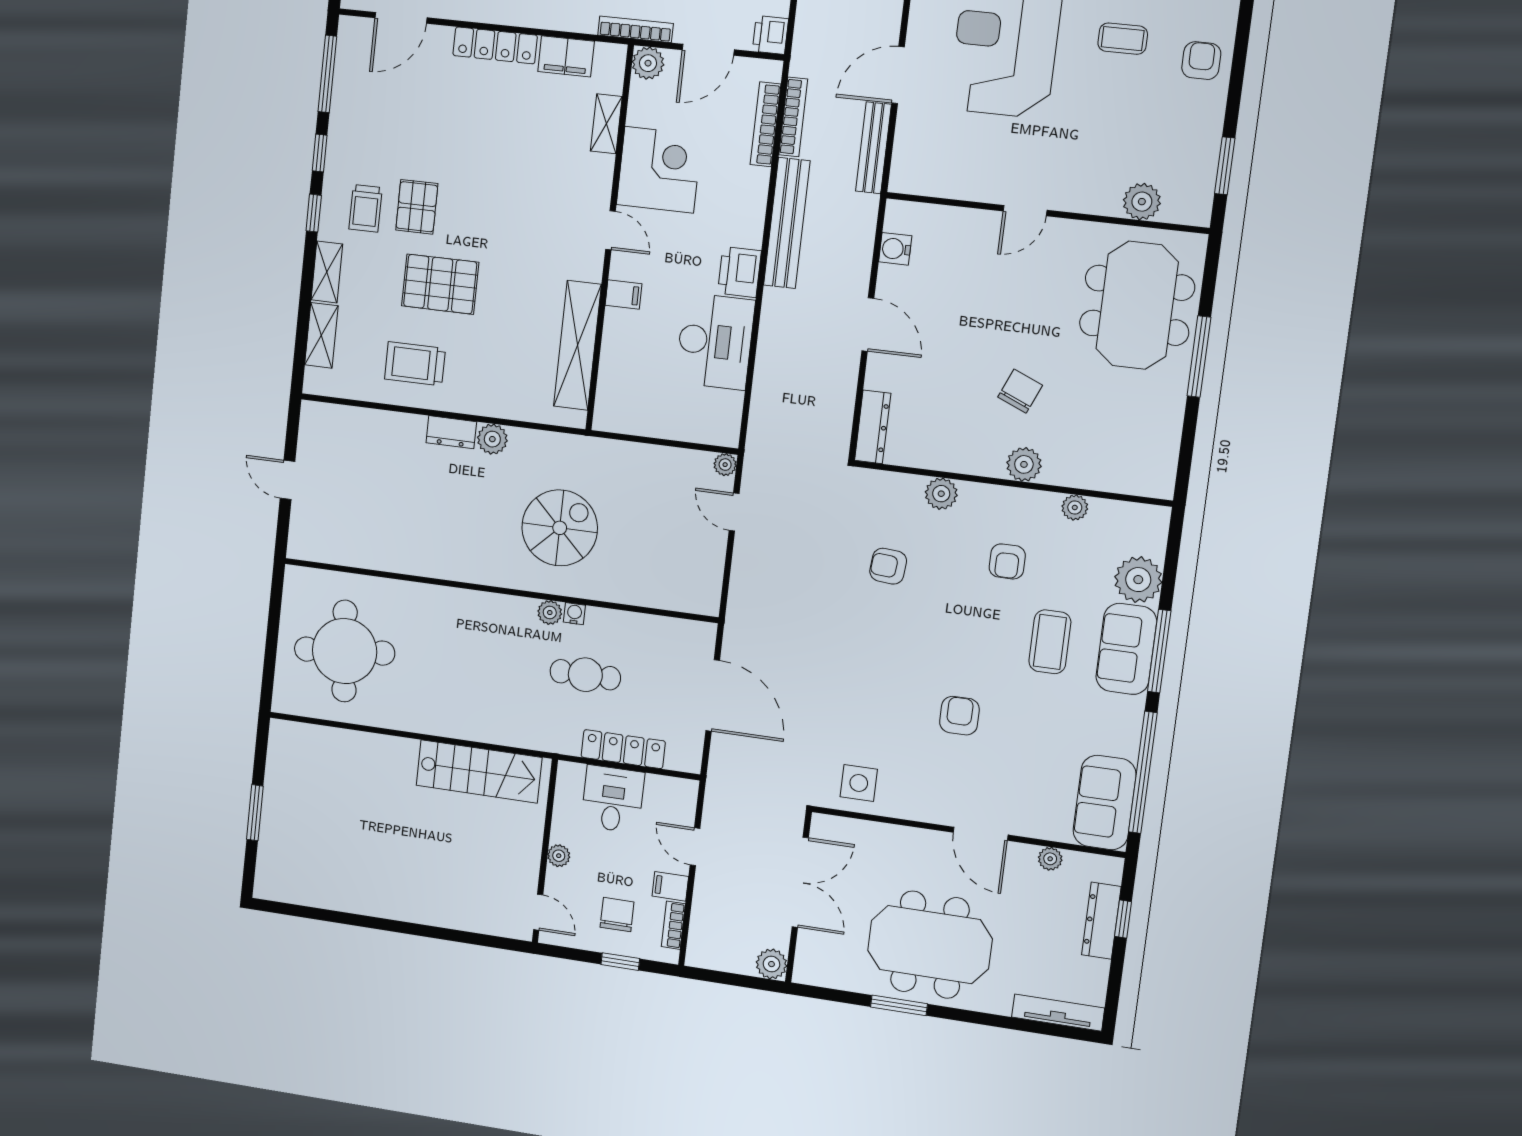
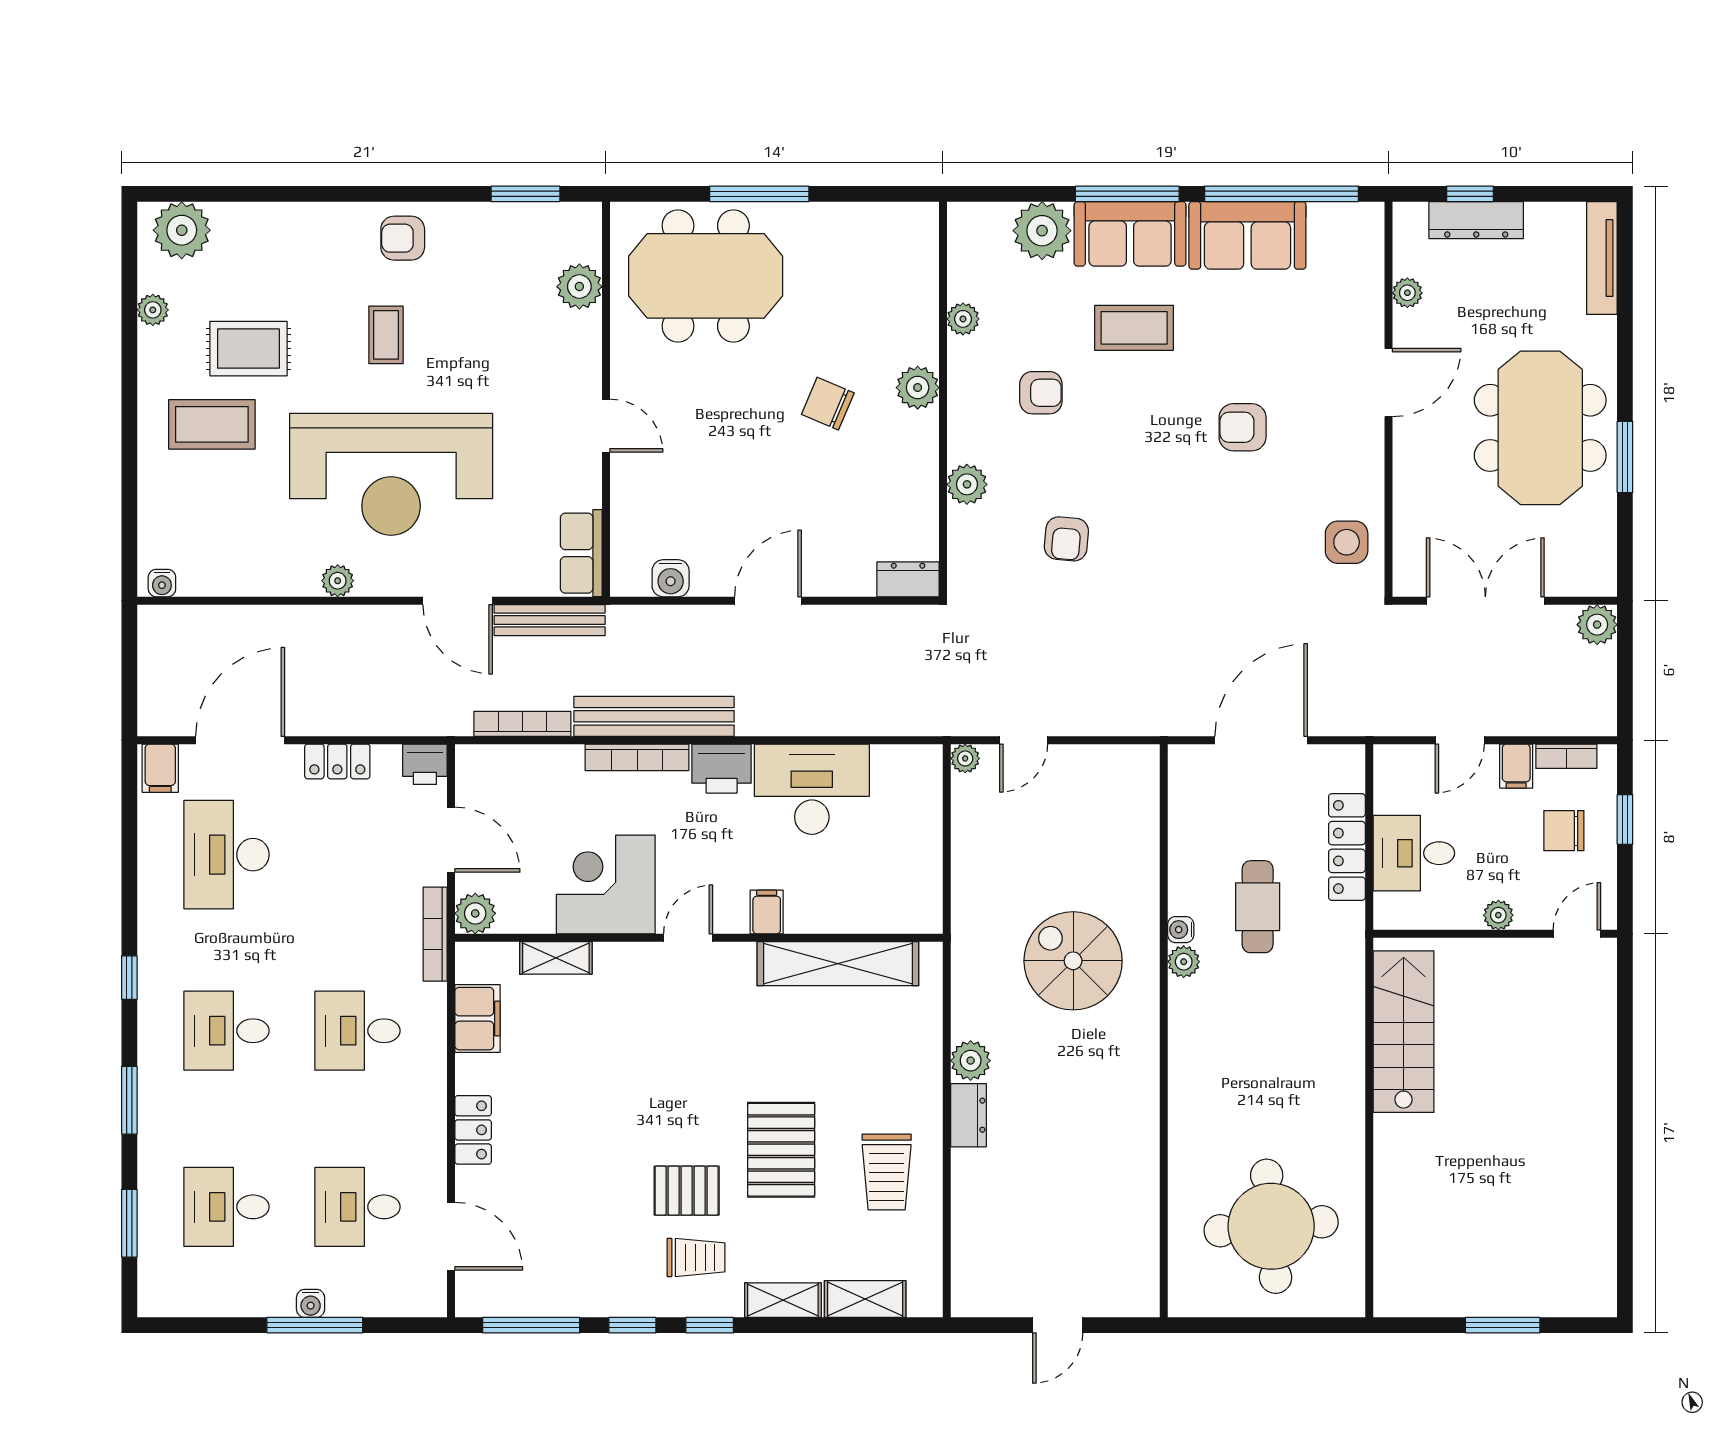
locker: (495, 45) -> (473, 1130), width x0.66
bookcase: (766, 124) -> (637, 757), moved
row of seats: (924, 179) -> (581, 553), added
dresser: (873, 427) -> (908, 579), width x0.70
sofa: (1105, 803) -> (1247, 235), moved

